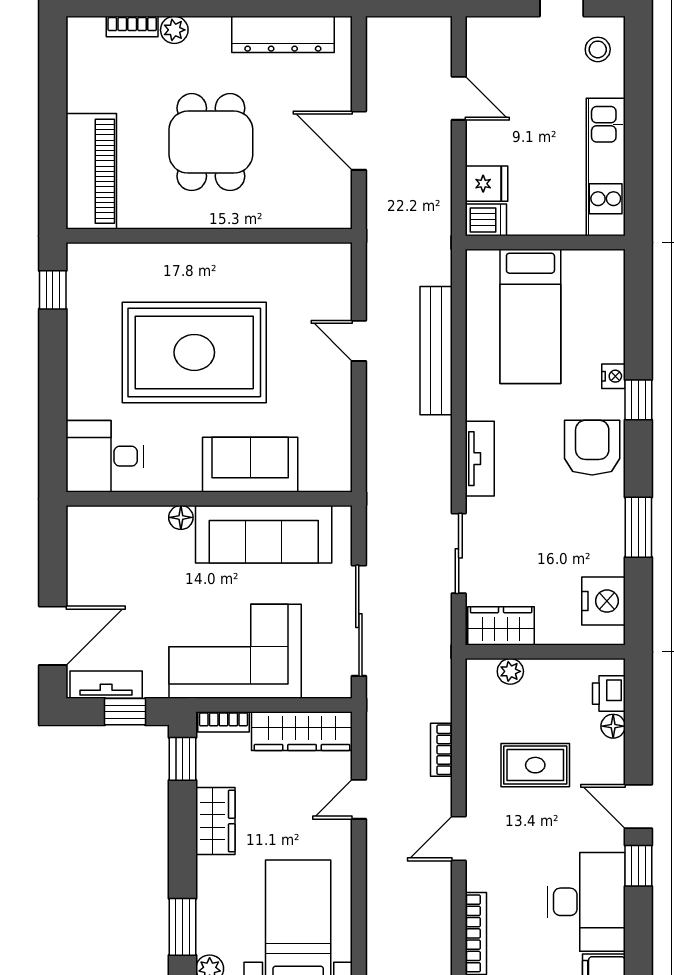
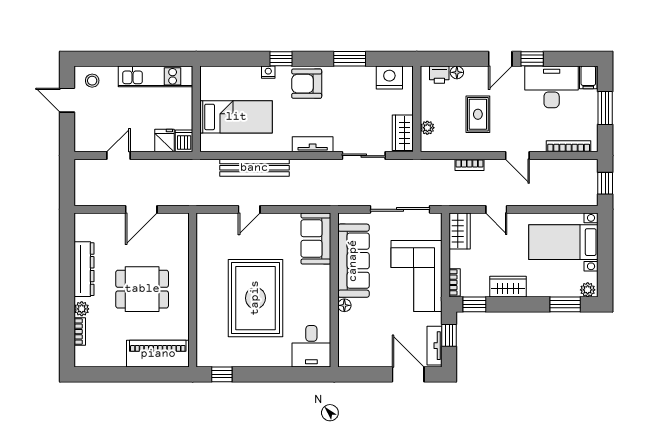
dresser: (283, 34) -> (84, 269), moved
sofa: (250, 465) -> (316, 239), moved
wardrobe: (302, 731) -> (460, 231), width x0.67

